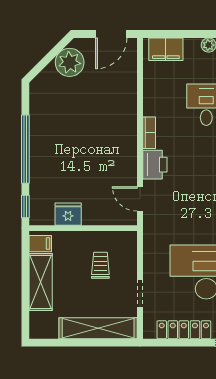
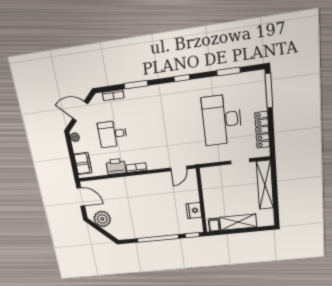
printer: (155, 165) -> (116, 166), moved
trolley: (100, 265) -> (224, 188), removed

